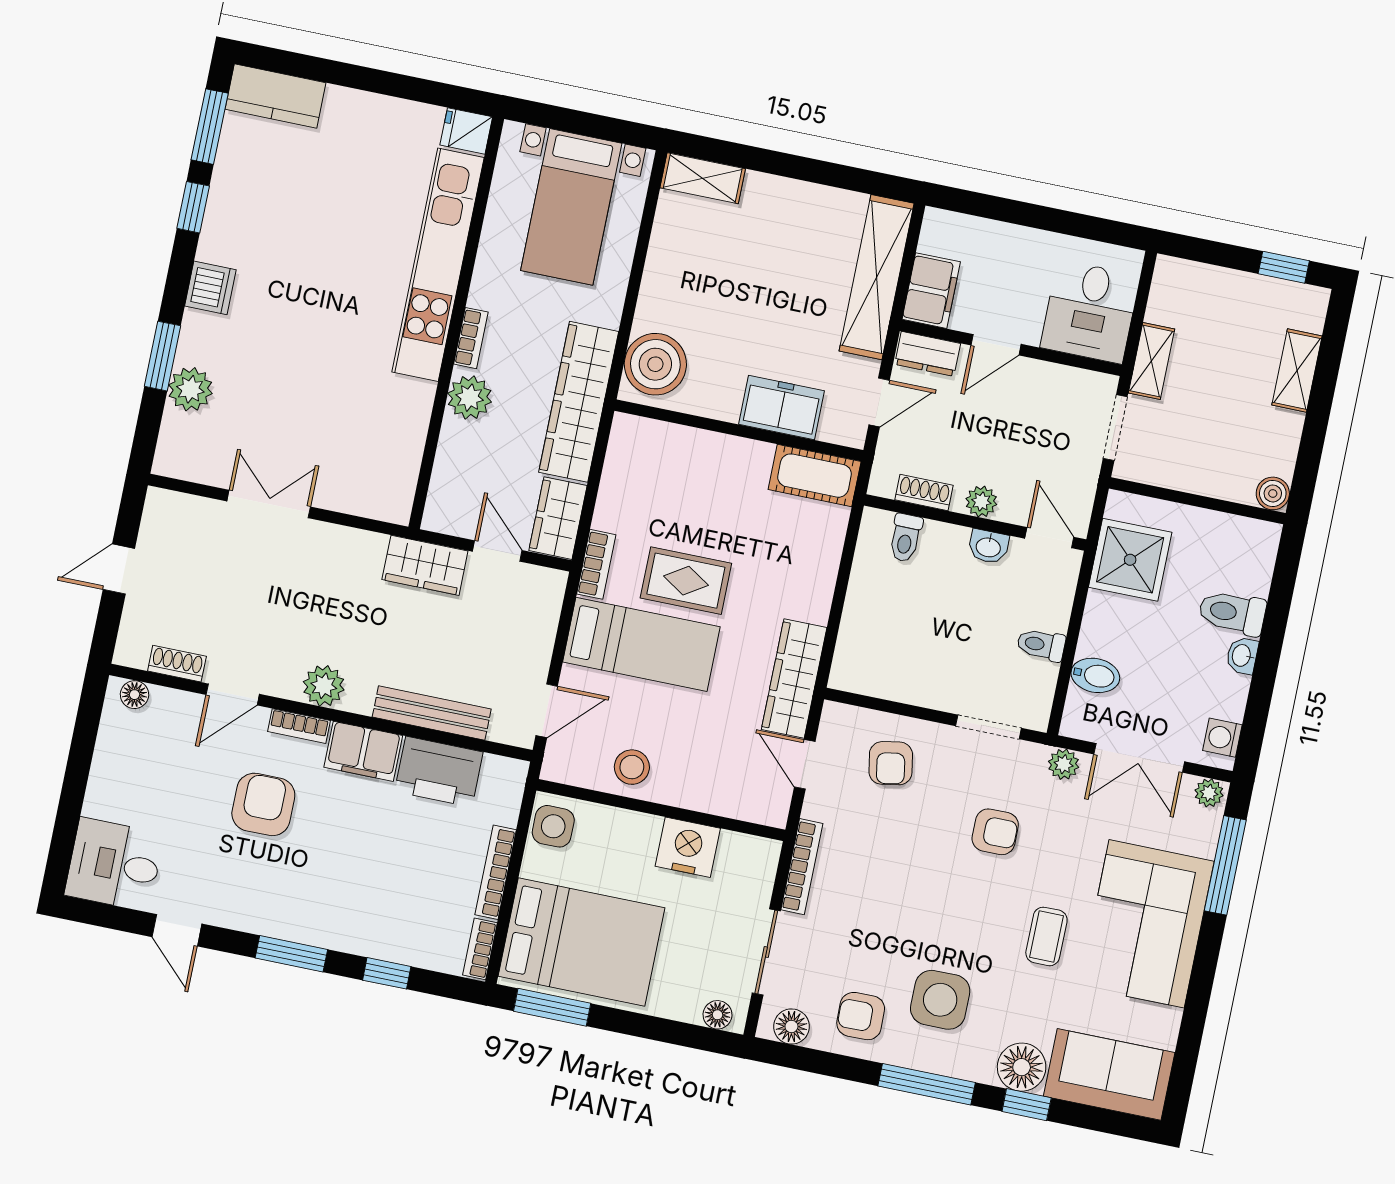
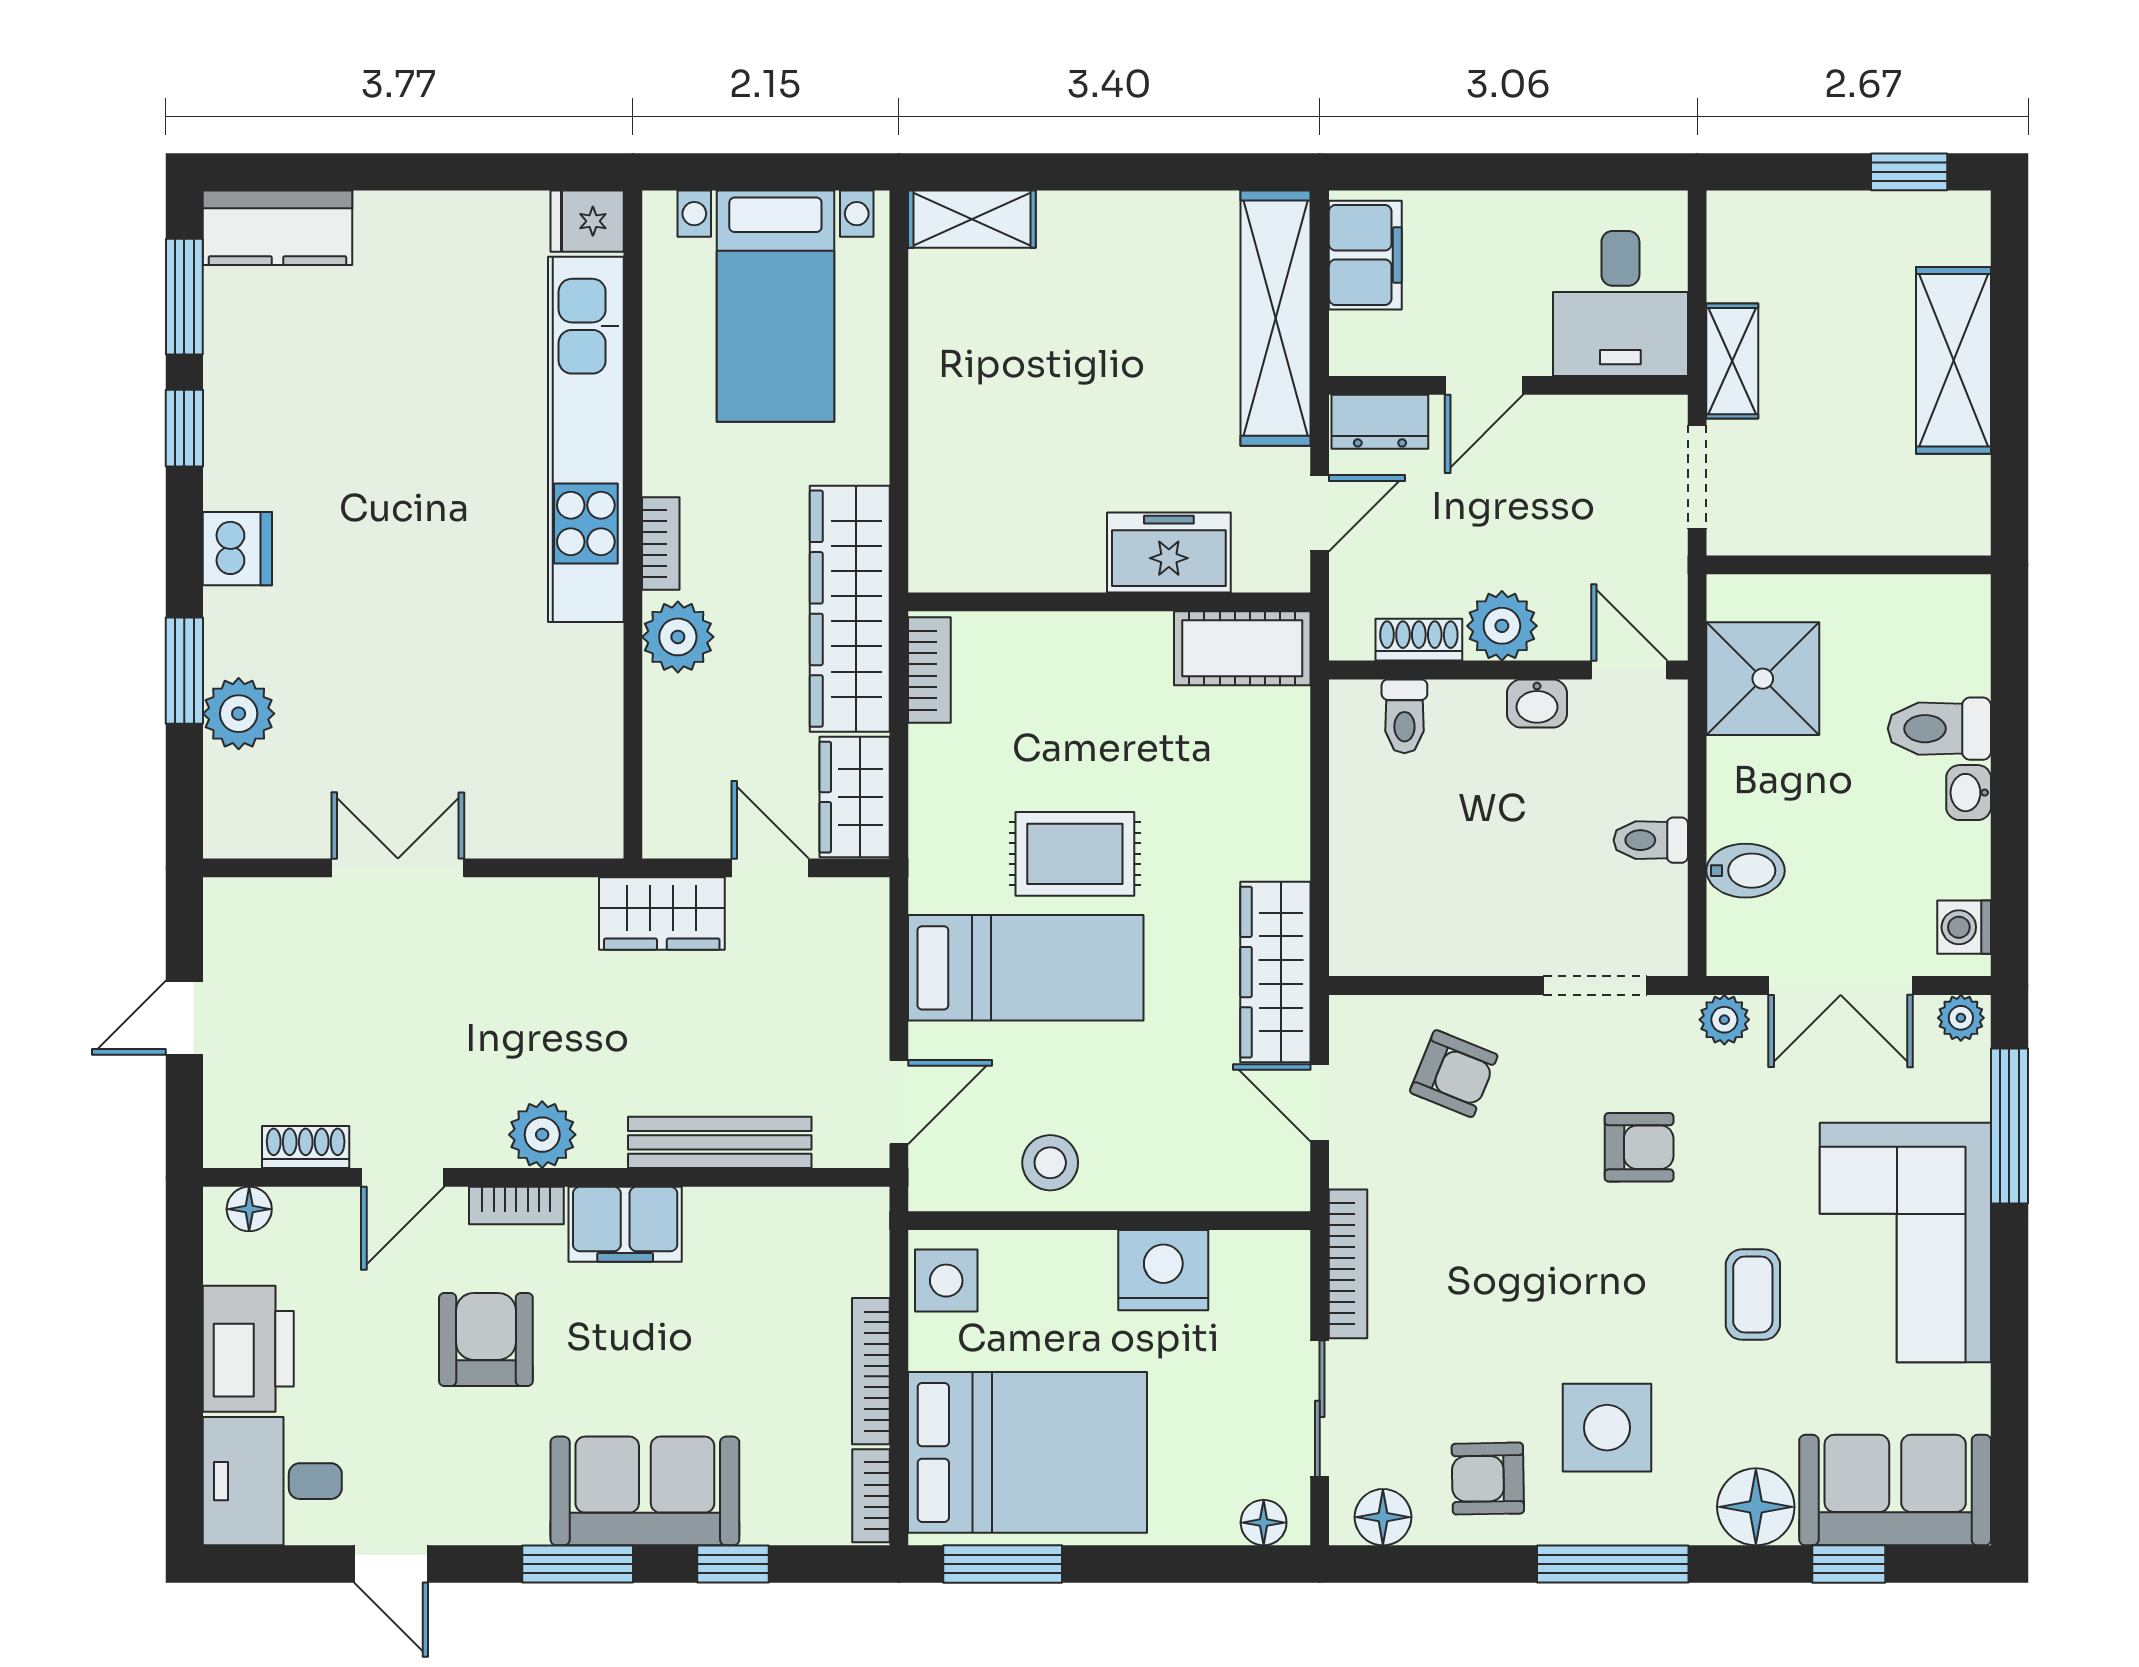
filing cabinet: (931, 291) -> (1365, 255), moved
boiler: (655, 364) -> (958, 525), removed
shelving: (1297, 371) -> (1954, 360), width x1.50, depth x1.33
boiler: (1273, 493) -> (1965, 529), removed
plant: (981, 502) -> (1502, 626), width x1.38, depth x1.38
bookcase: (596, 564) -> (929, 670), moved
armchair: (891, 763) -> (1454, 1074), turned -58
printer: (439, 772) -> (248, 1349), moved, turned -90
sofa: (342, 917) -> (645, 1491), added
window: (1027, 1105) -> (1849, 1564), moved

